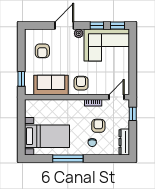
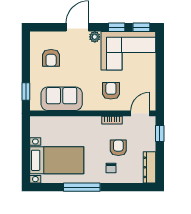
armchair: (81, 83) -> (111, 91), moved

